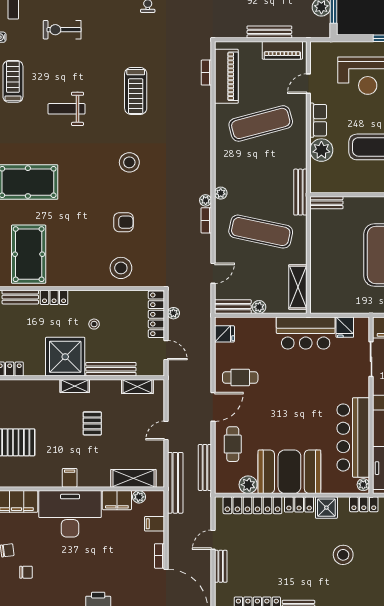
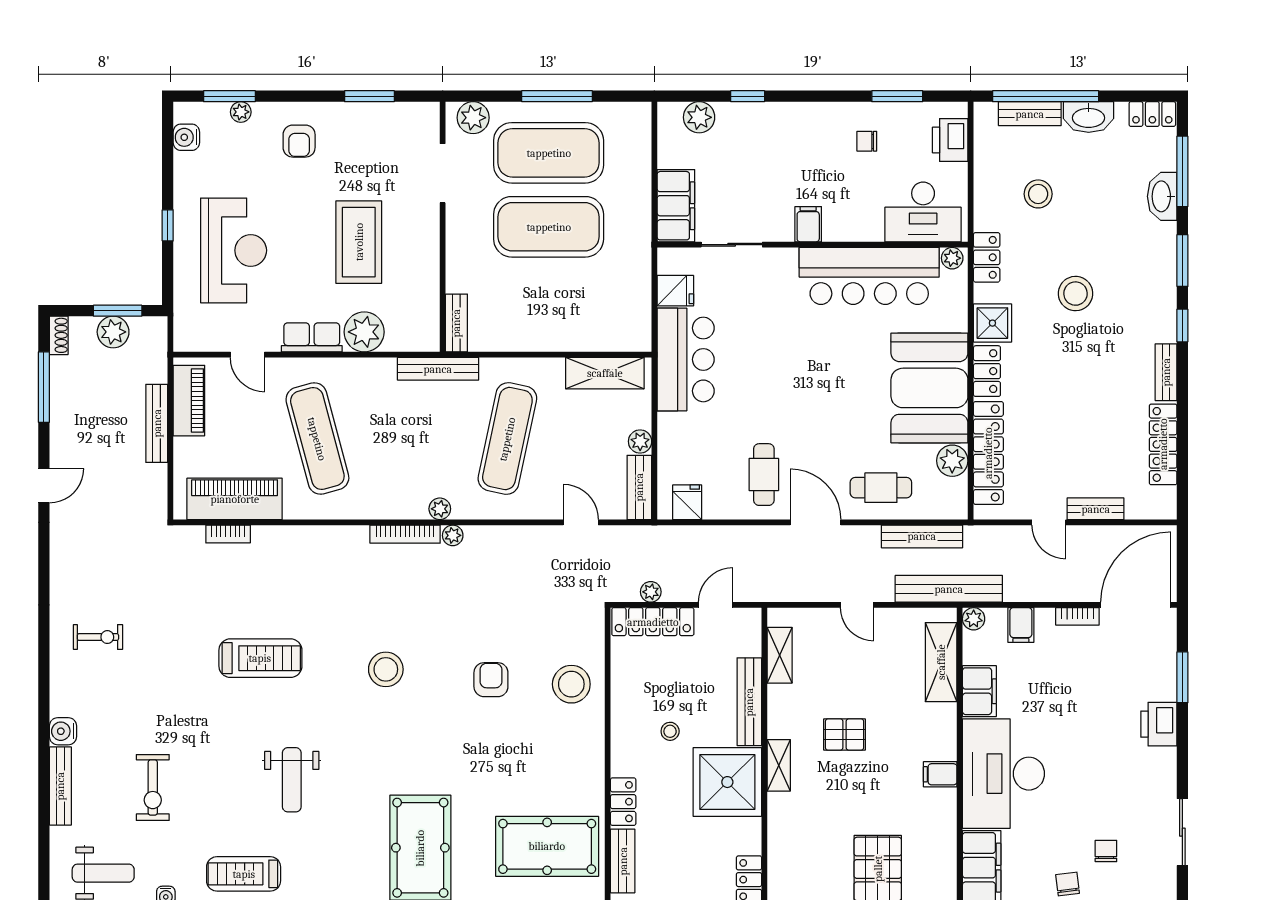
bookcase: (206, 220) -> (405, 534), moved, width x1.56
plant: (139, 497) -> (974, 619), moved

